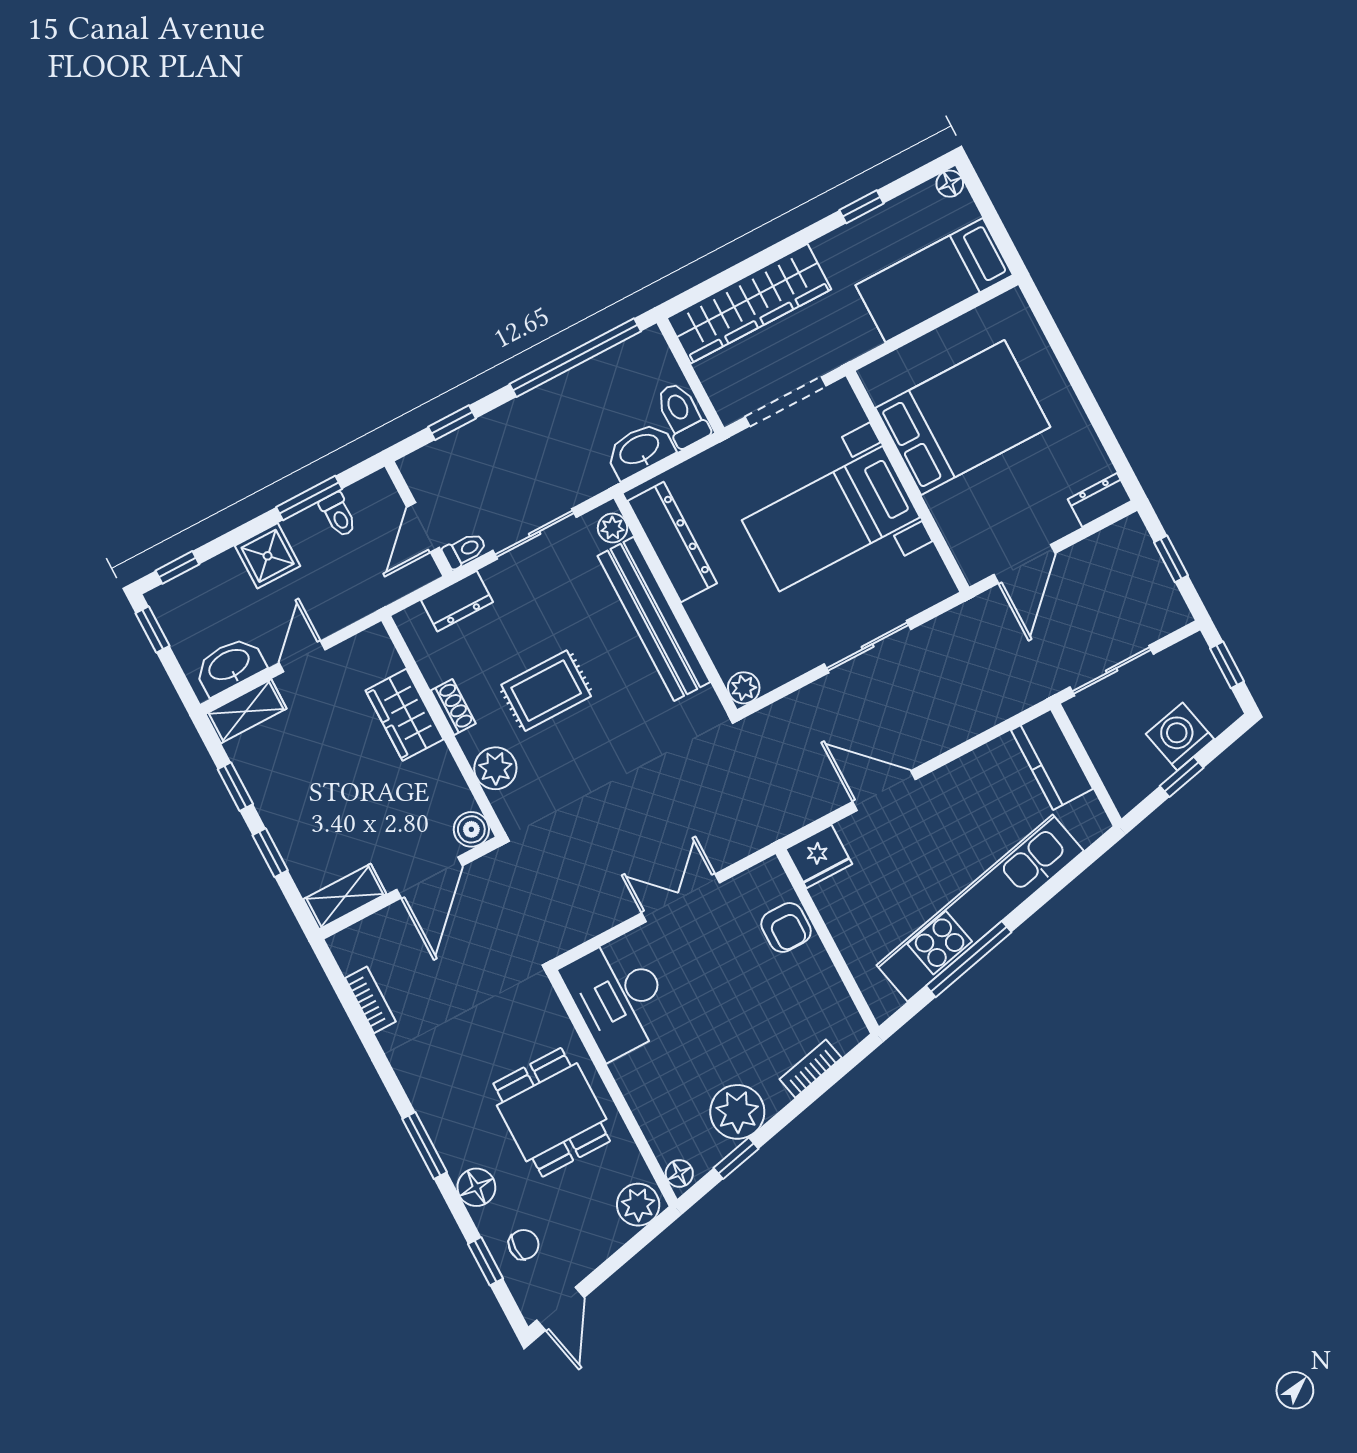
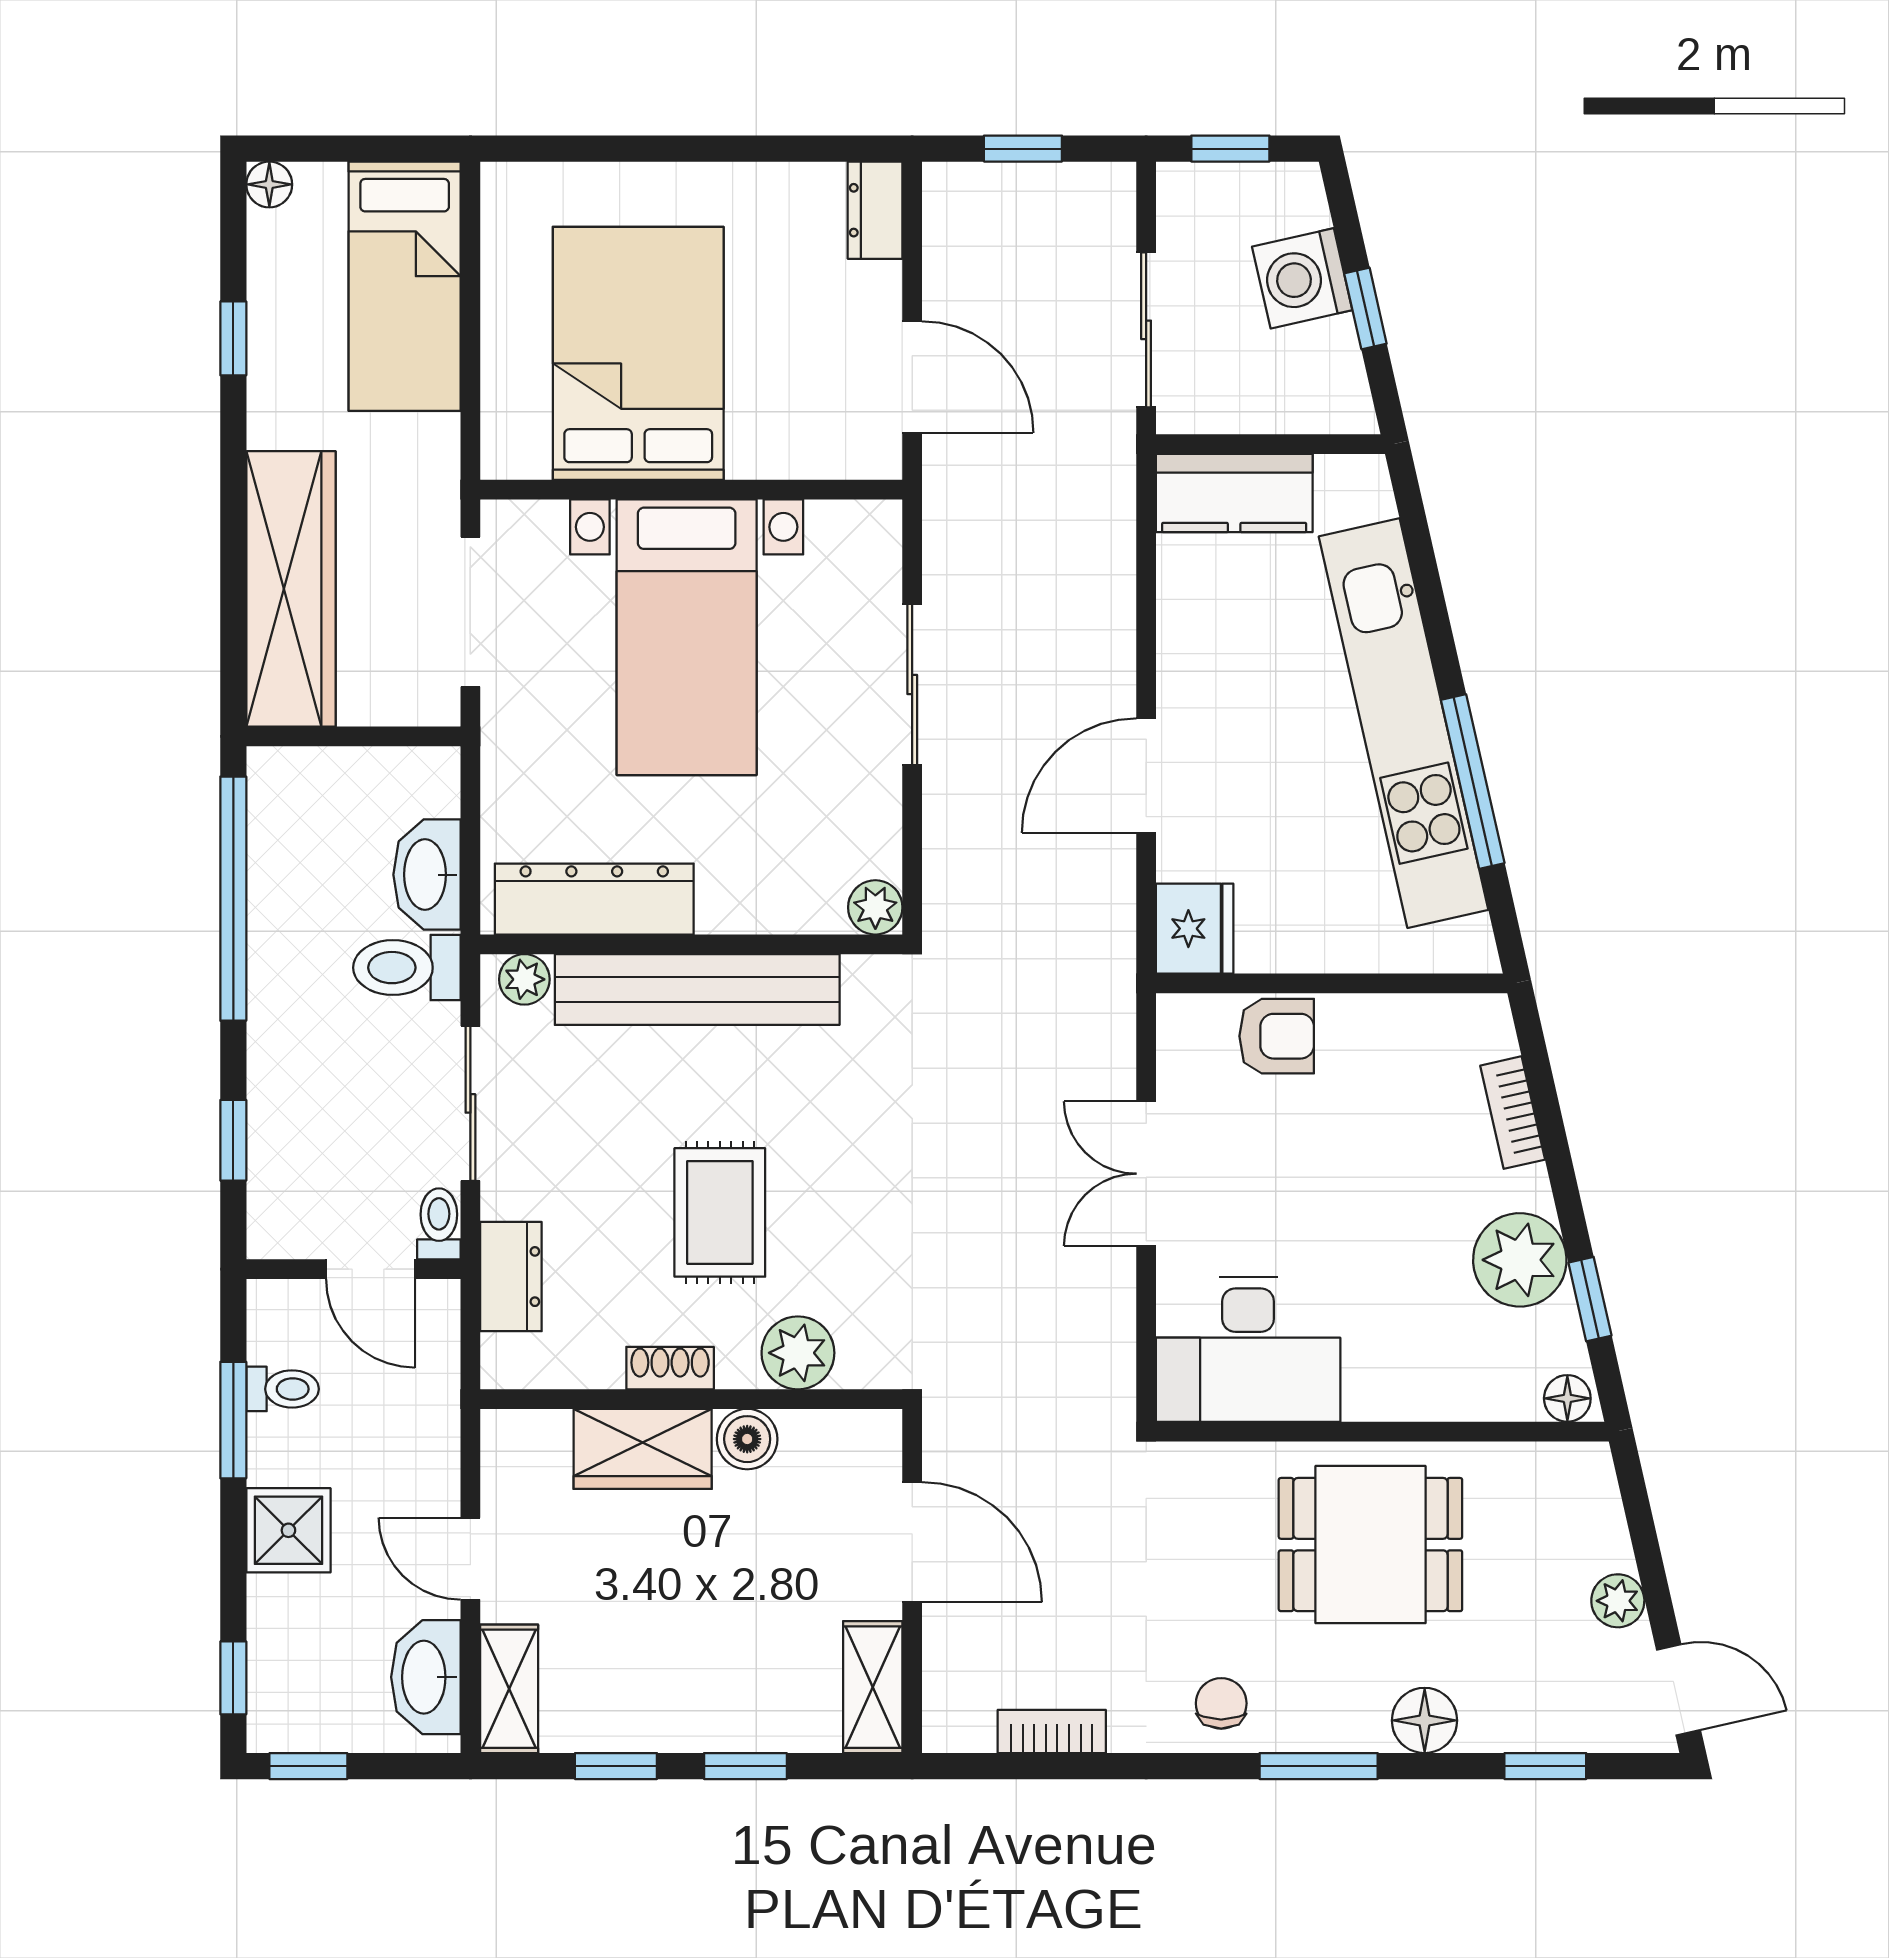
toilet: (682, 415) -> (407, 968), moved
boiler: (471, 829) -> (747, 1439), moved
plant: (638, 1205) -> (1618, 1601), moved, width x0.73, depth x0.73
chair: (524, 1245) -> (1221, 1703), moved

